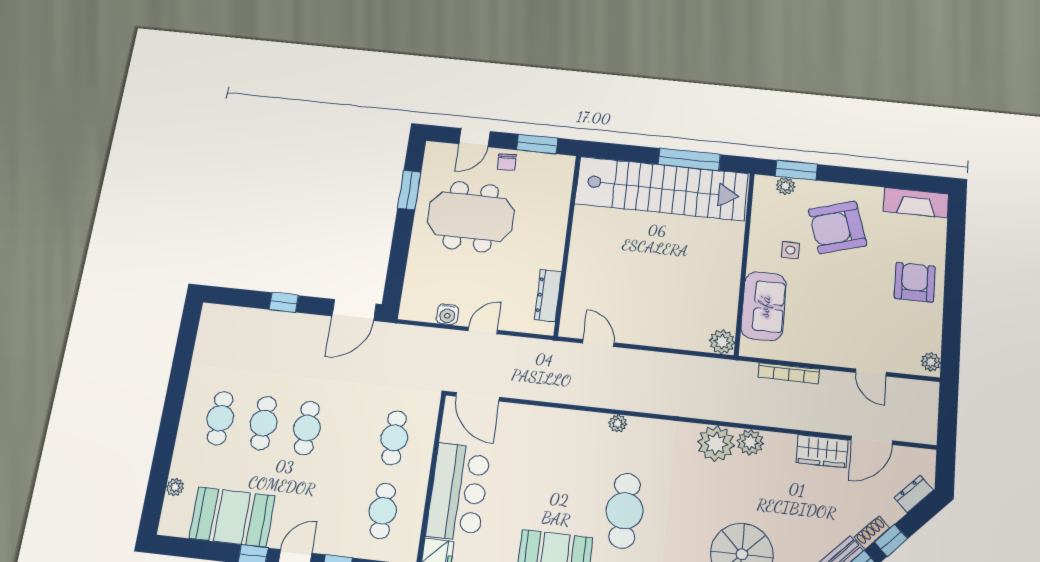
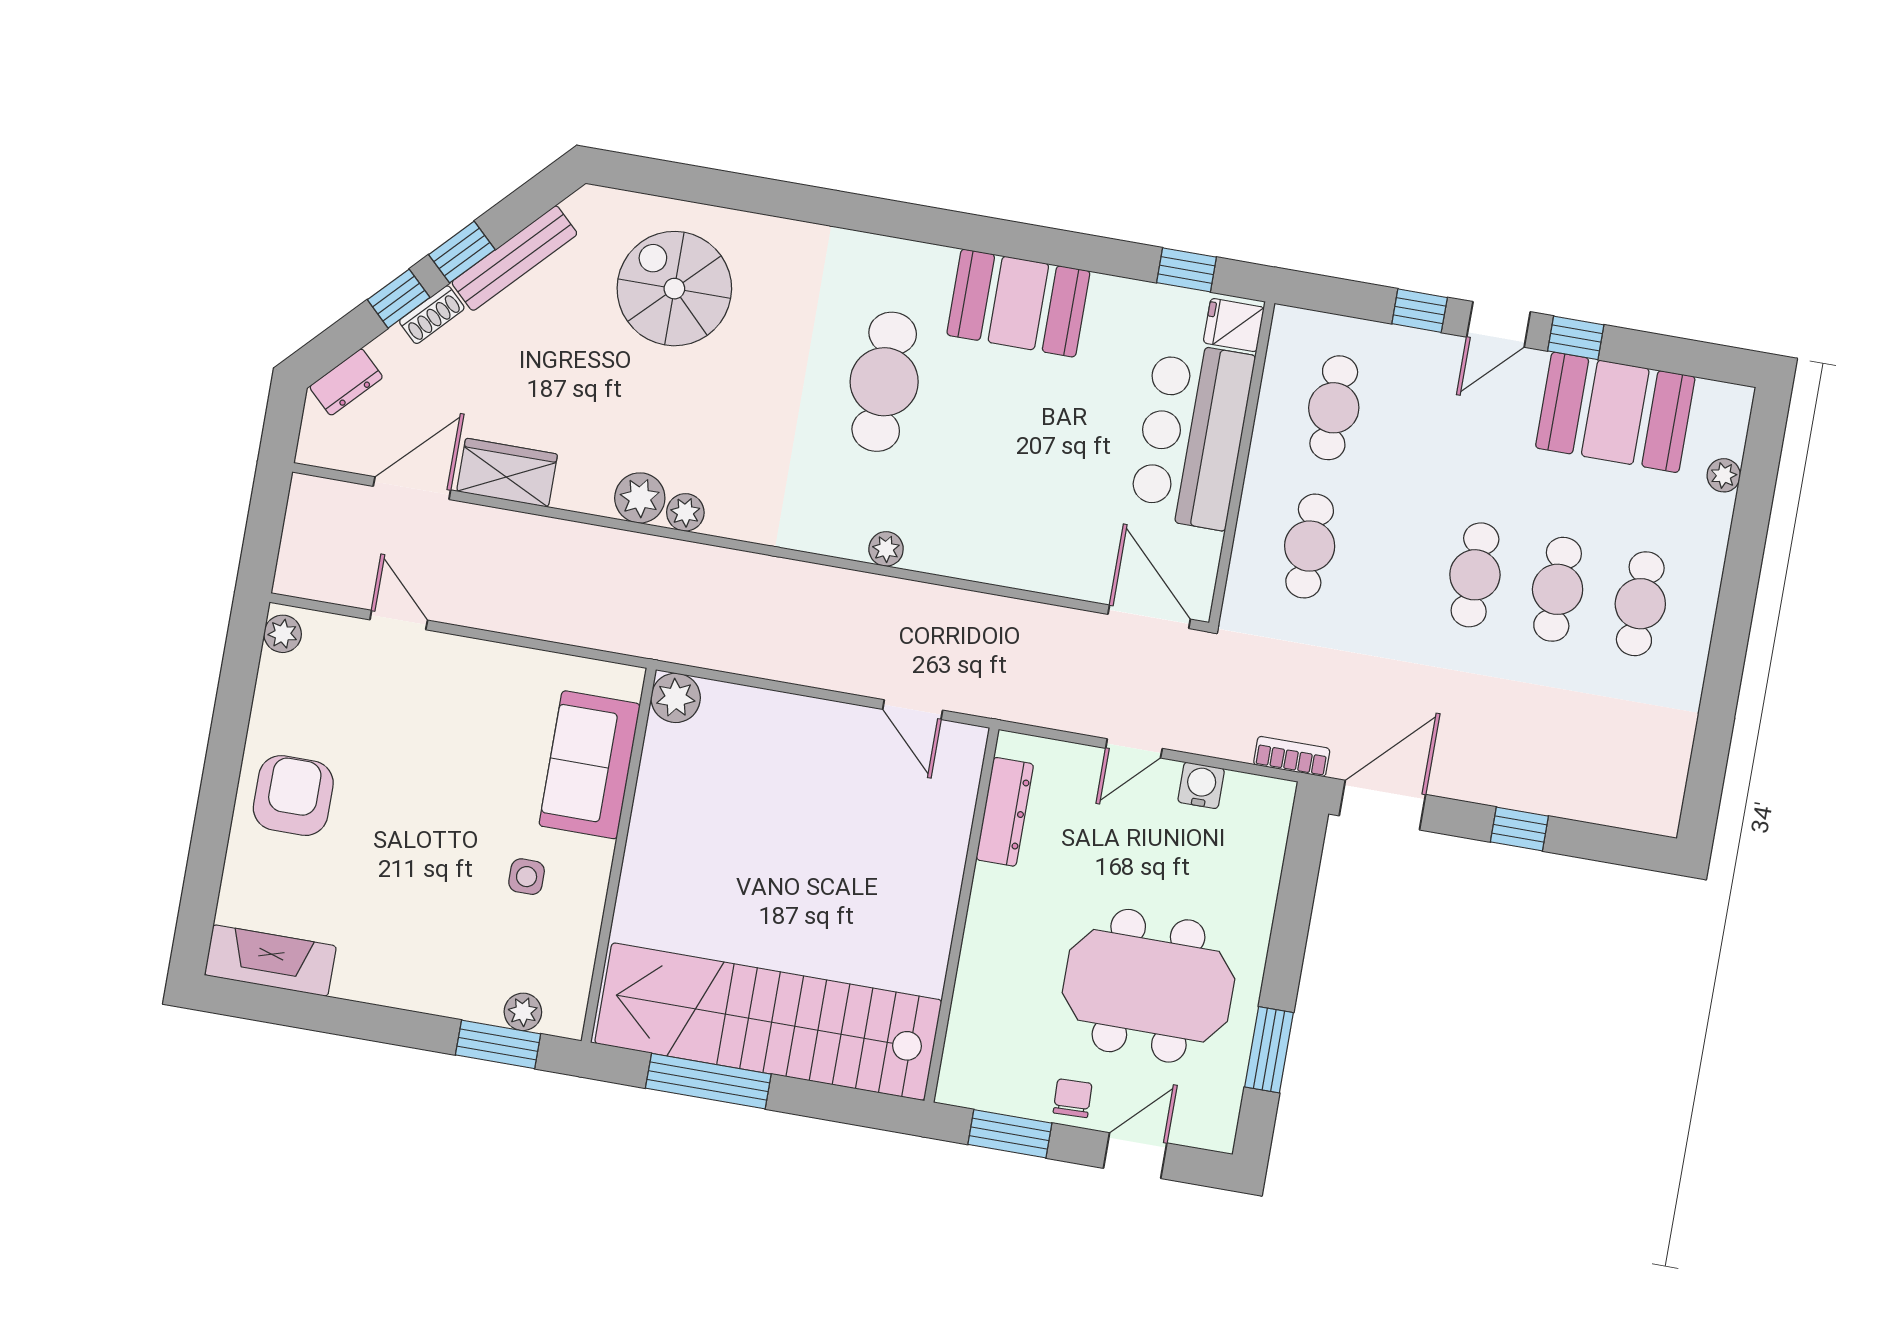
armchair: (838, 227) -> (430, 918), removed
armchair: (915, 282) -> (293, 796), turned 180
bookcase: (789, 373) -> (1292, 757), moved, width x0.64
plant: (716, 444) -> (685, 512), width x0.53, depth x0.53

